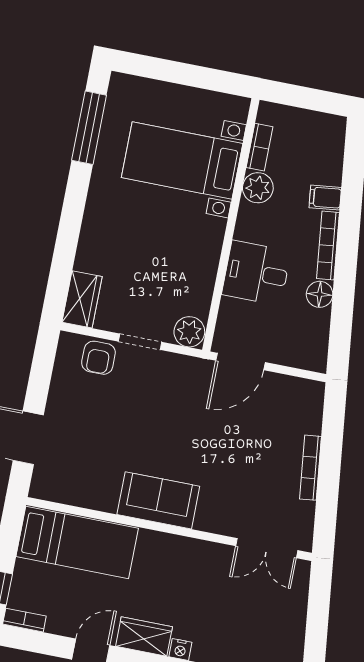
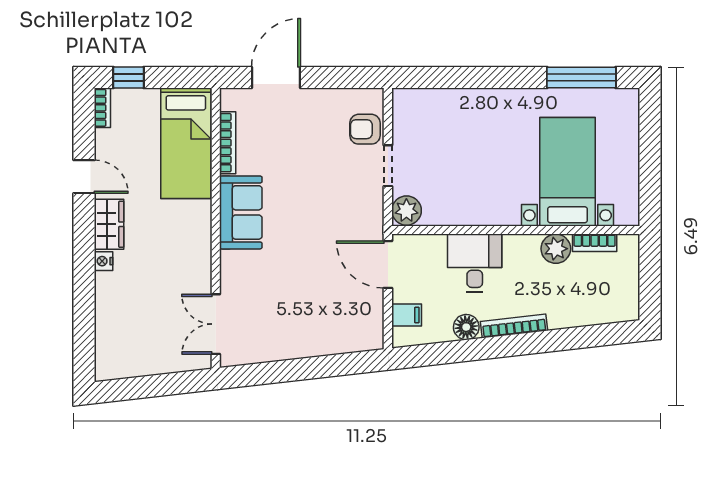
filing cabinet: (325, 198) -> (407, 315), moved, turned 96
wardrobe: (82, 299) -> (417, 103), removed
bookcase: (311, 468) -> (228, 143), moved, turned 96

